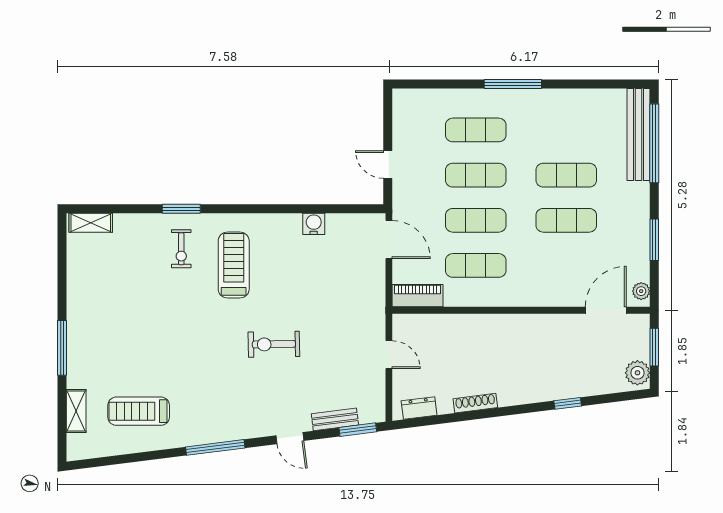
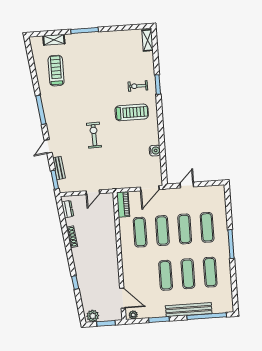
exercise mat: (566, 130) -> (210, 272), added
bench: (638, 134) -> (189, 310), moved

